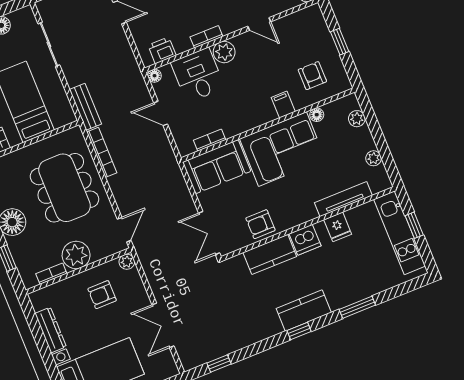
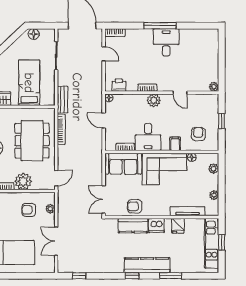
desk: (198, 75) -> (148, 137), moved, turned 180
plant: (127, 262) -> (50, 209), moved
kitchen counter: (304, 310) -> (147, 265), width x1.50

